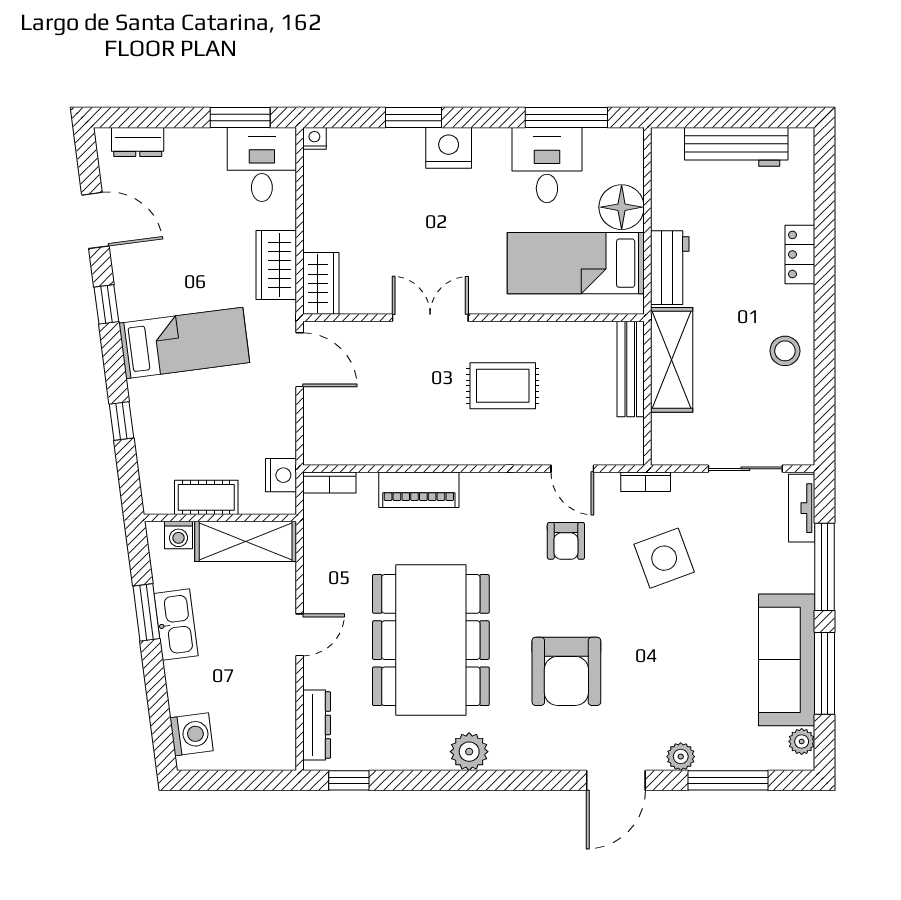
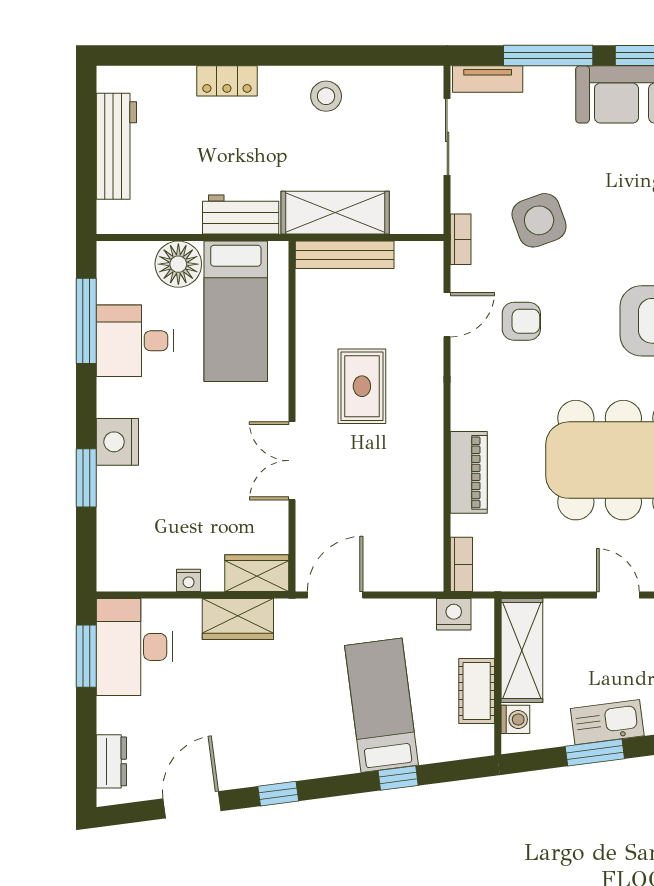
nightstand: (314, 138) -> (189, 580), moved, turned -90
desk: (262, 165) -> (135, 647), width x1.37
bed: (184, 343) -> (382, 705), moved

